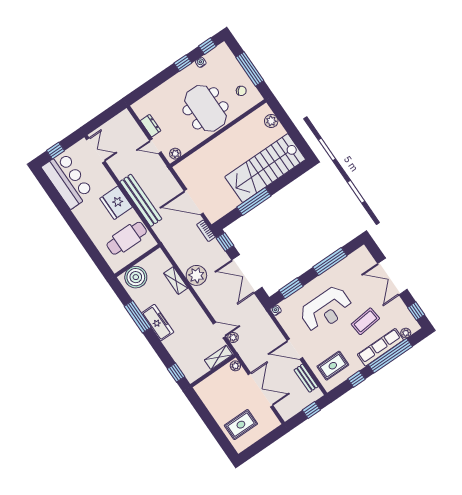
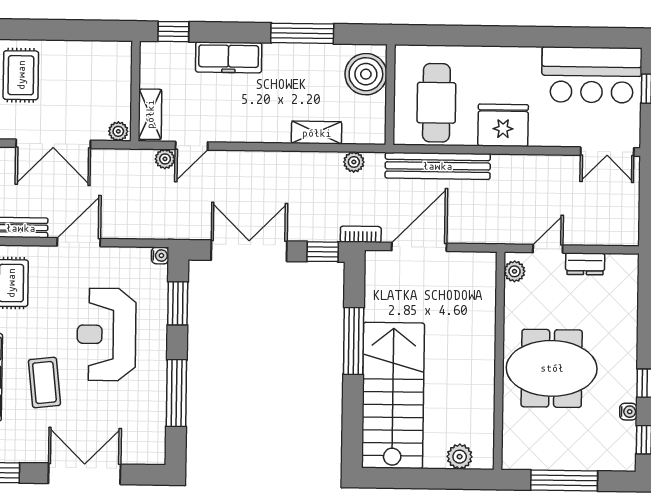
chair: (241, 91) -> (539, 443), removed
bench: (141, 200) -> (438, 166), moved
plant: (196, 275) -> (354, 162), moved, width x0.53, depth x0.53
freezer: (158, 323) -> (229, 57), moved

